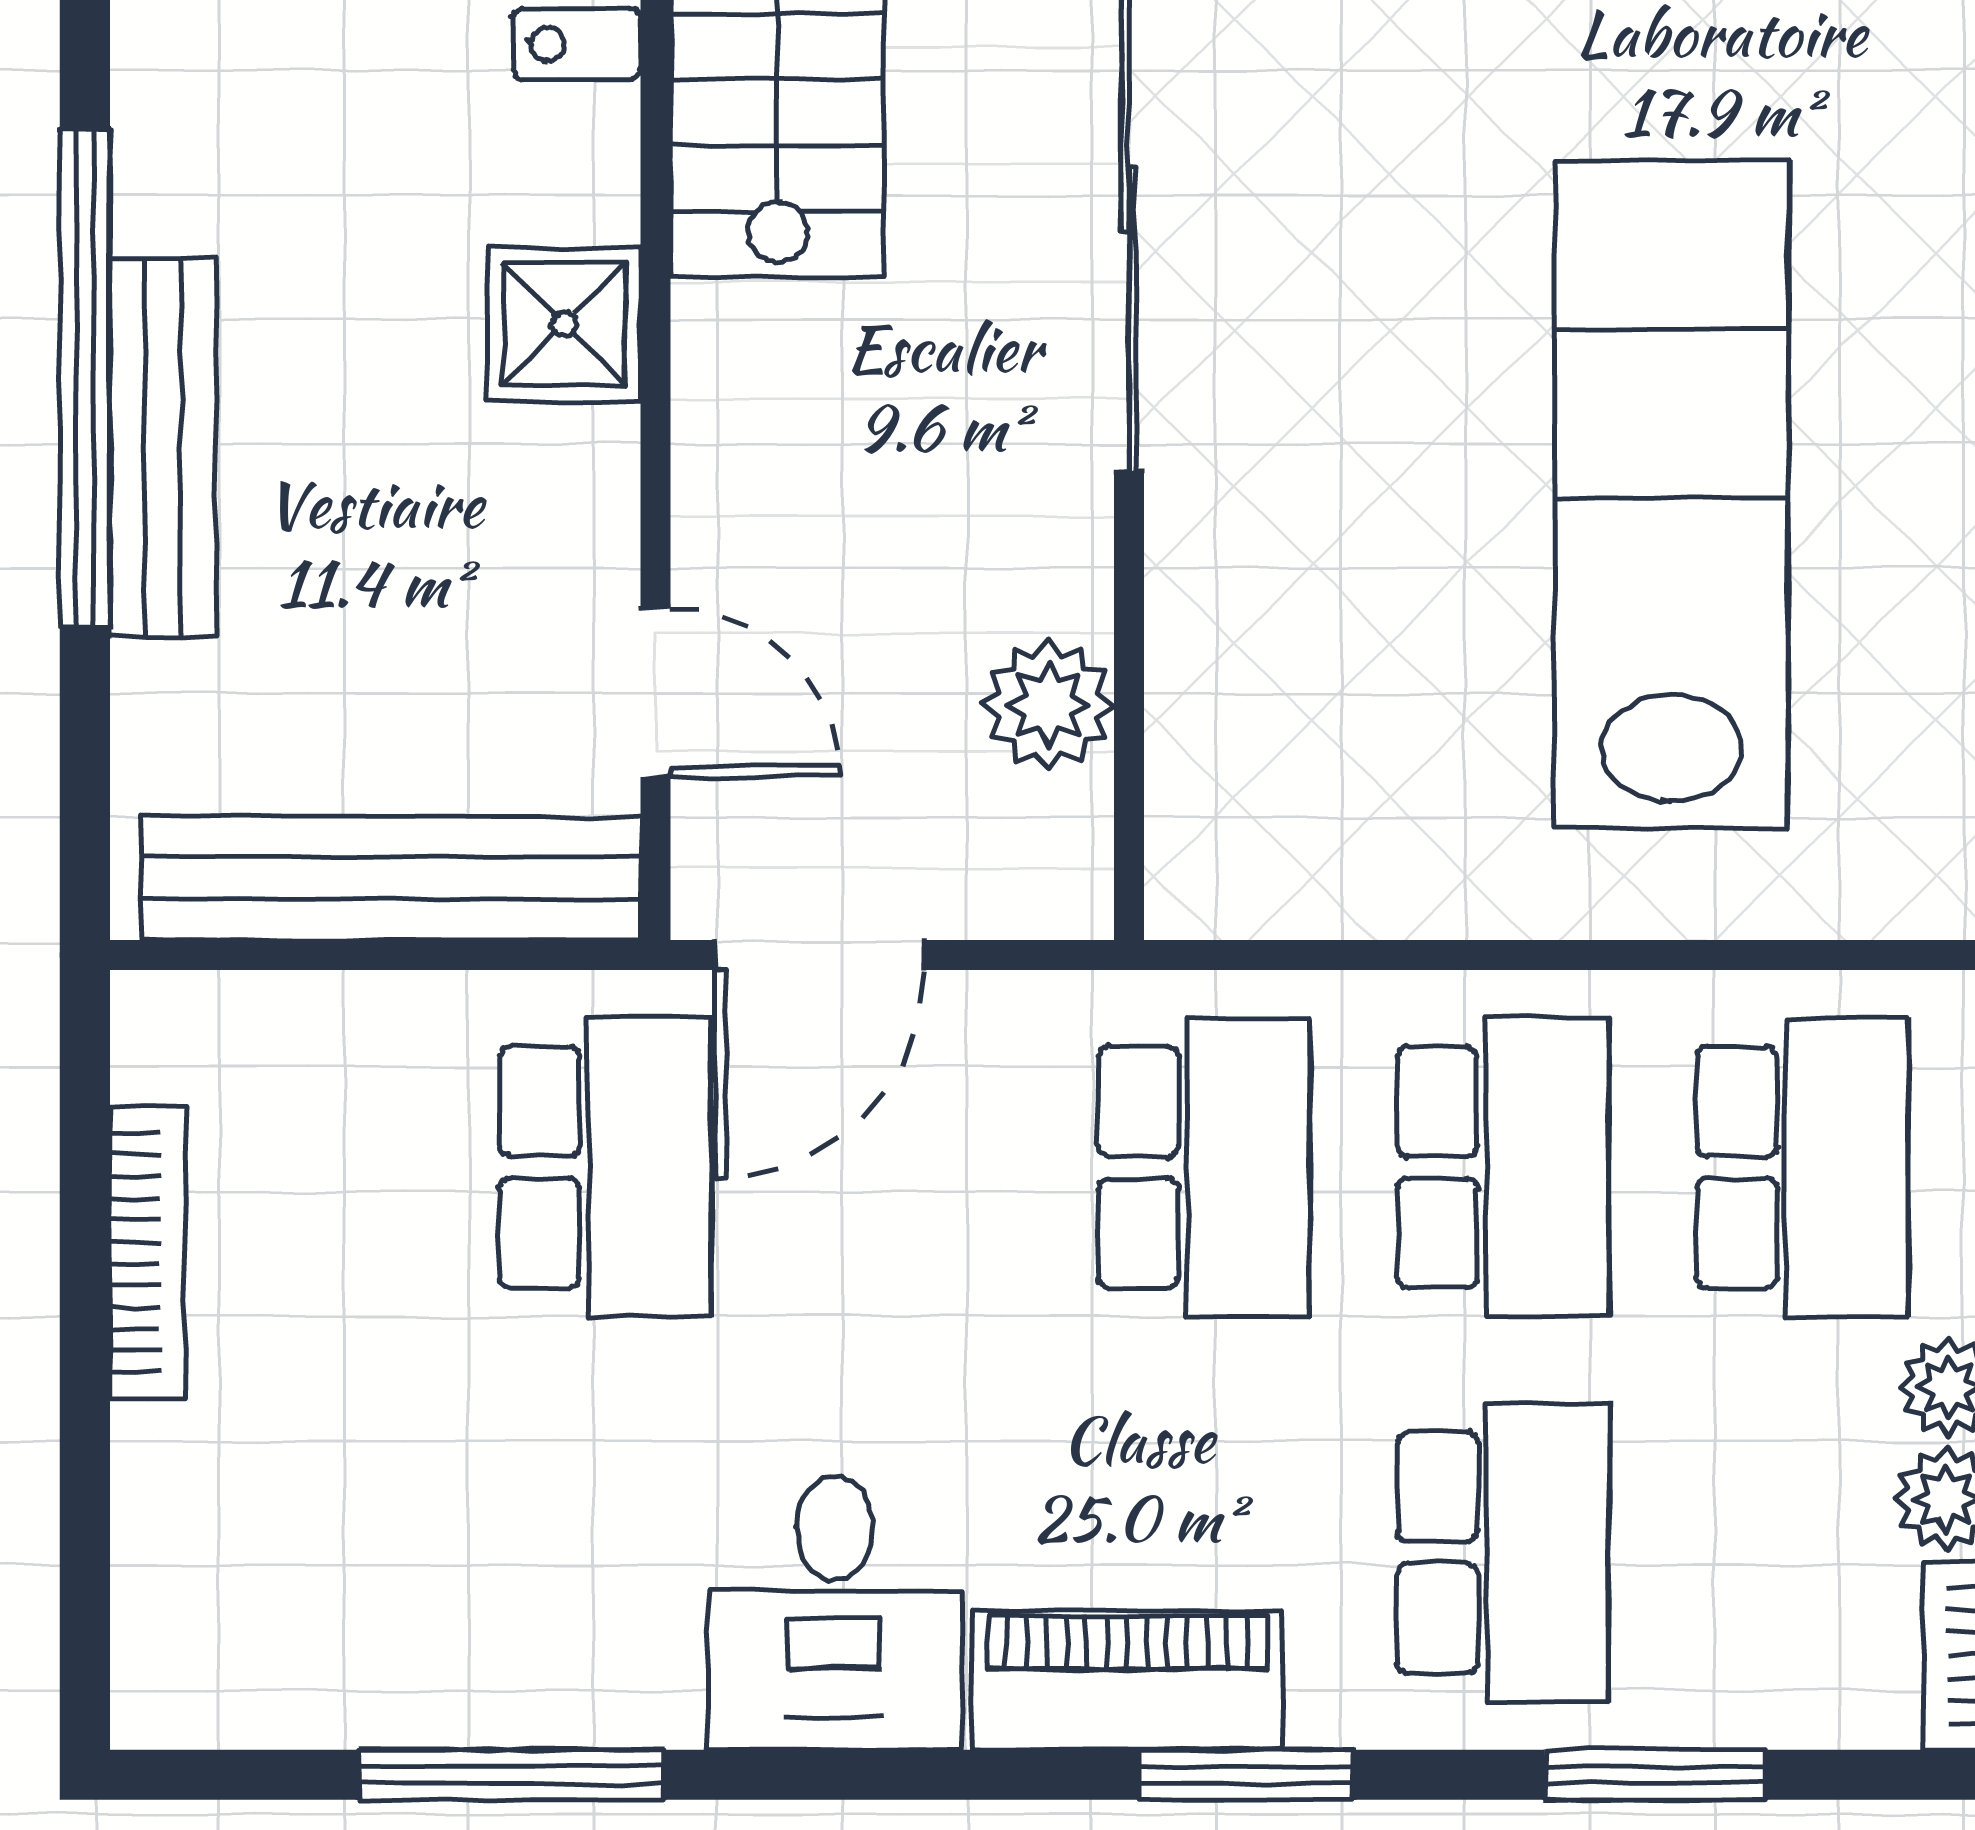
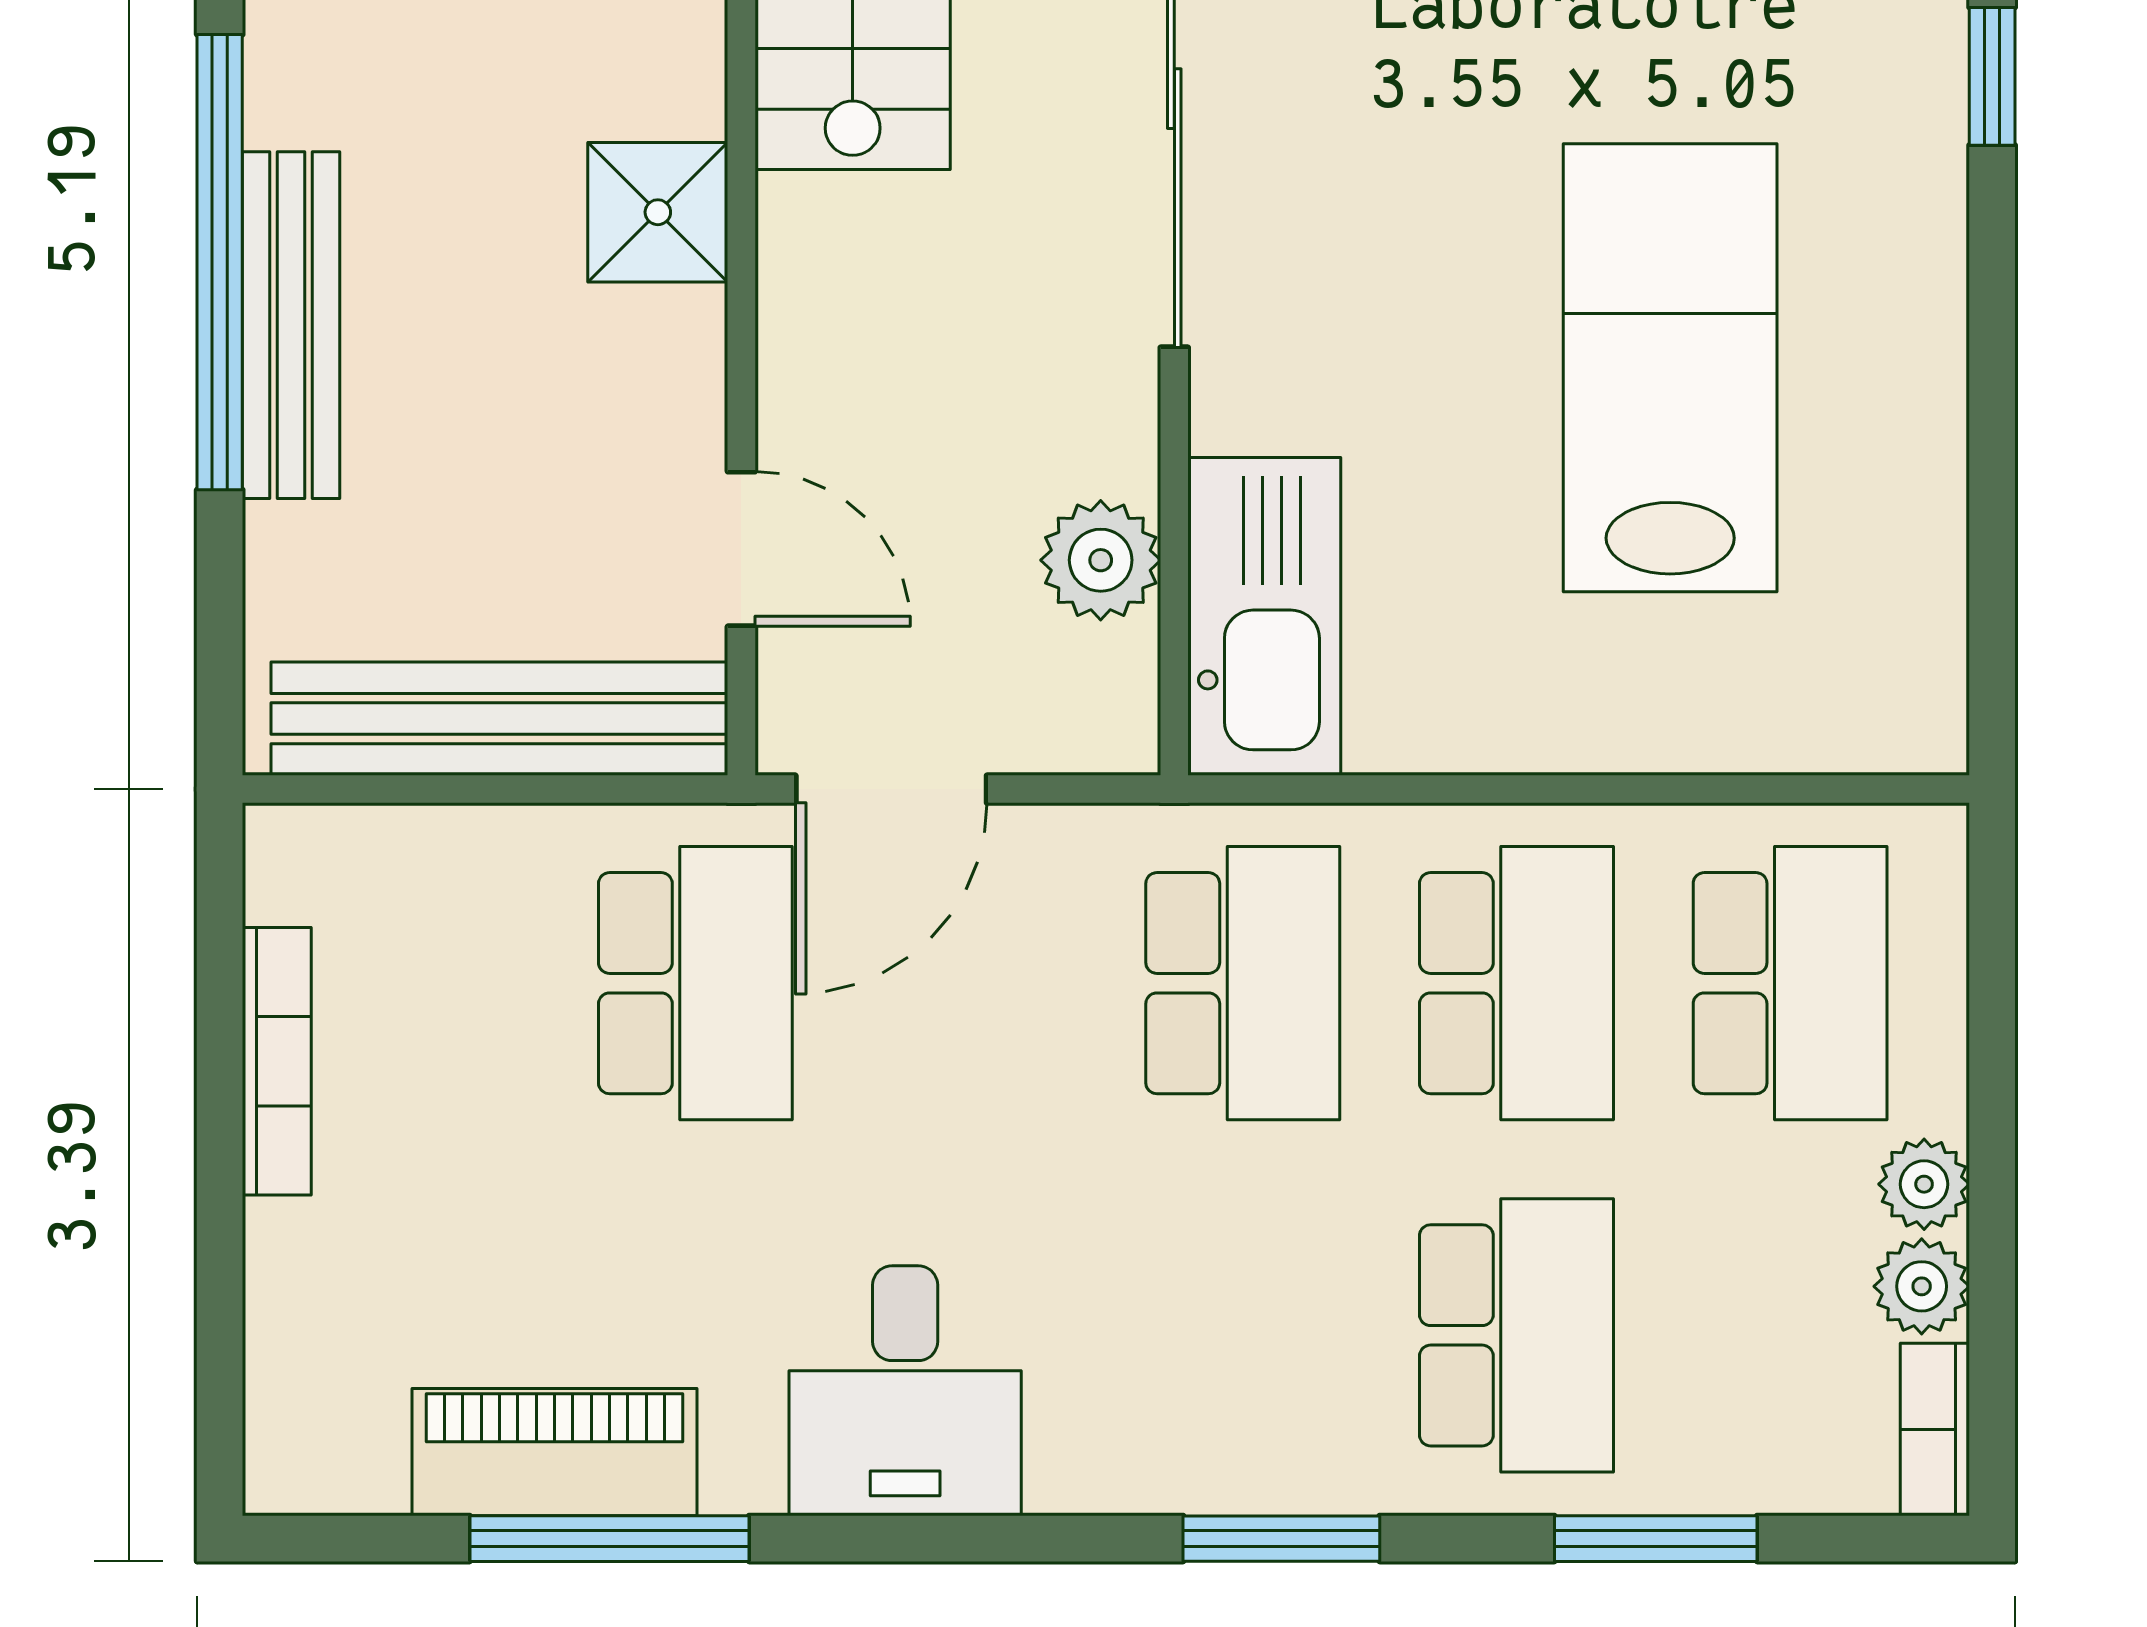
lab bench: (1671, 494) -> (1670, 368), width x0.73
kitchen sink: (1227, 766) -> (1264, 616), added
piano: (1127, 1680) -> (554, 1452), moved

